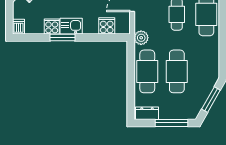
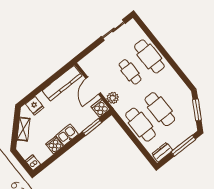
cooker: (107, 26) -> (100, 108), moved
window: (63, 38) -> (92, 127), moved
plant: (141, 38) -> (113, 98), moved

